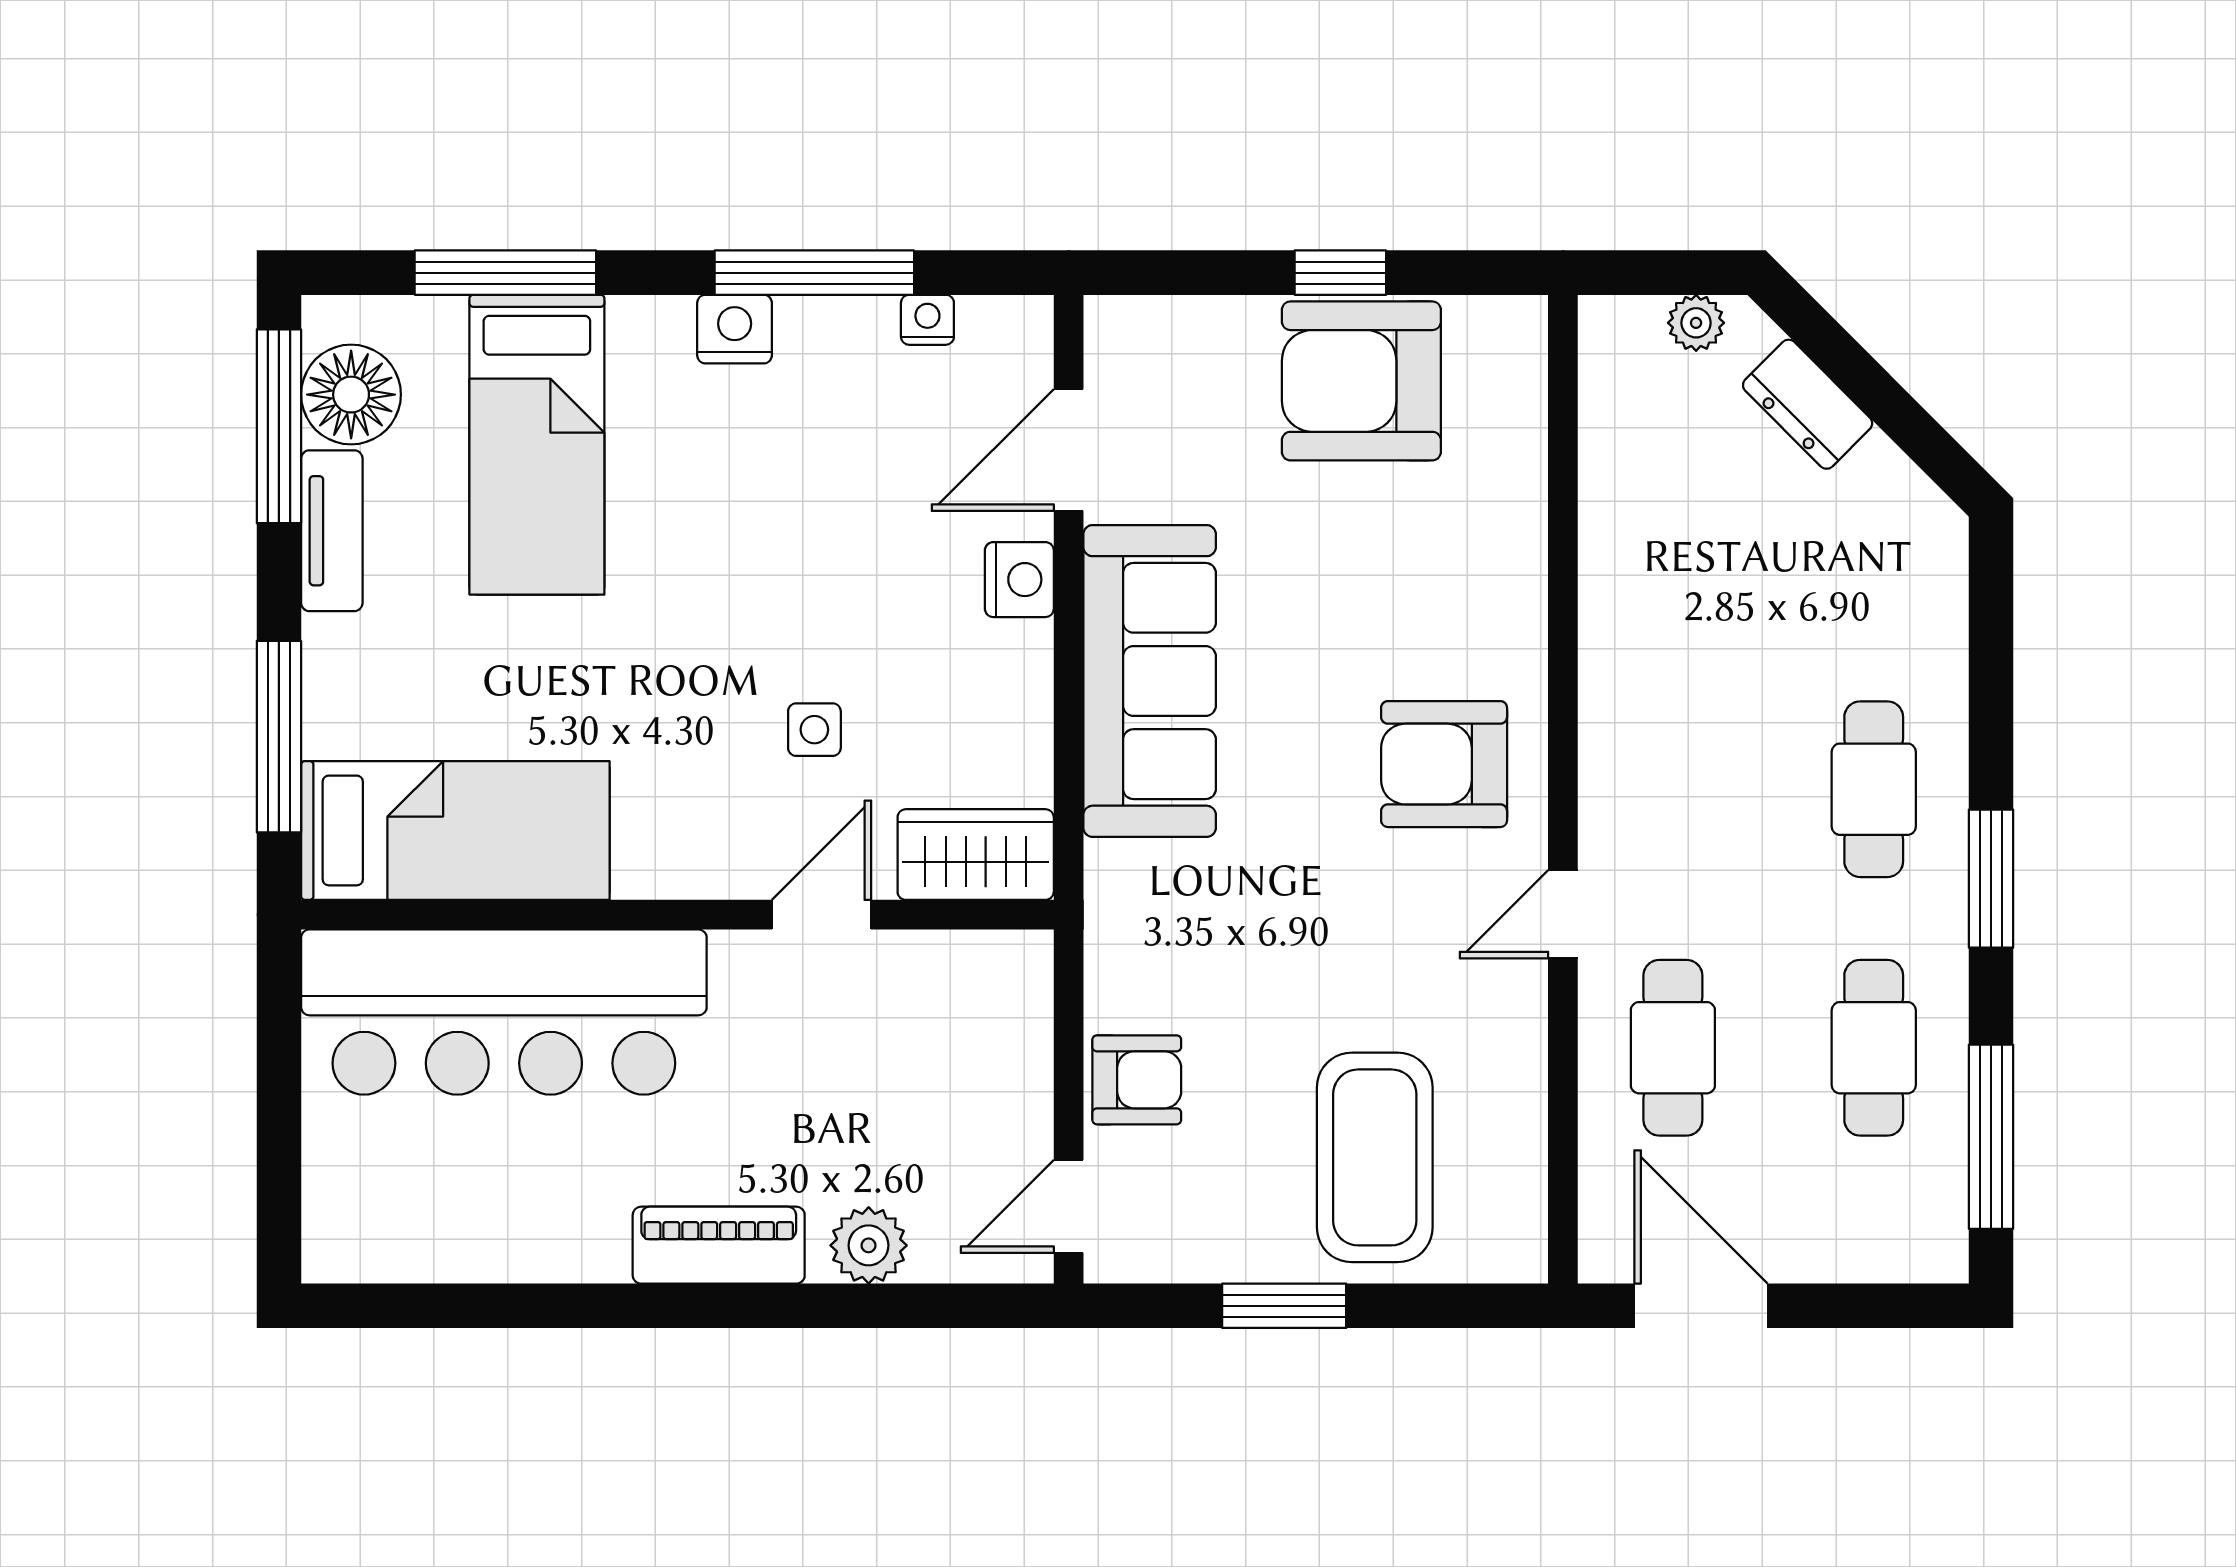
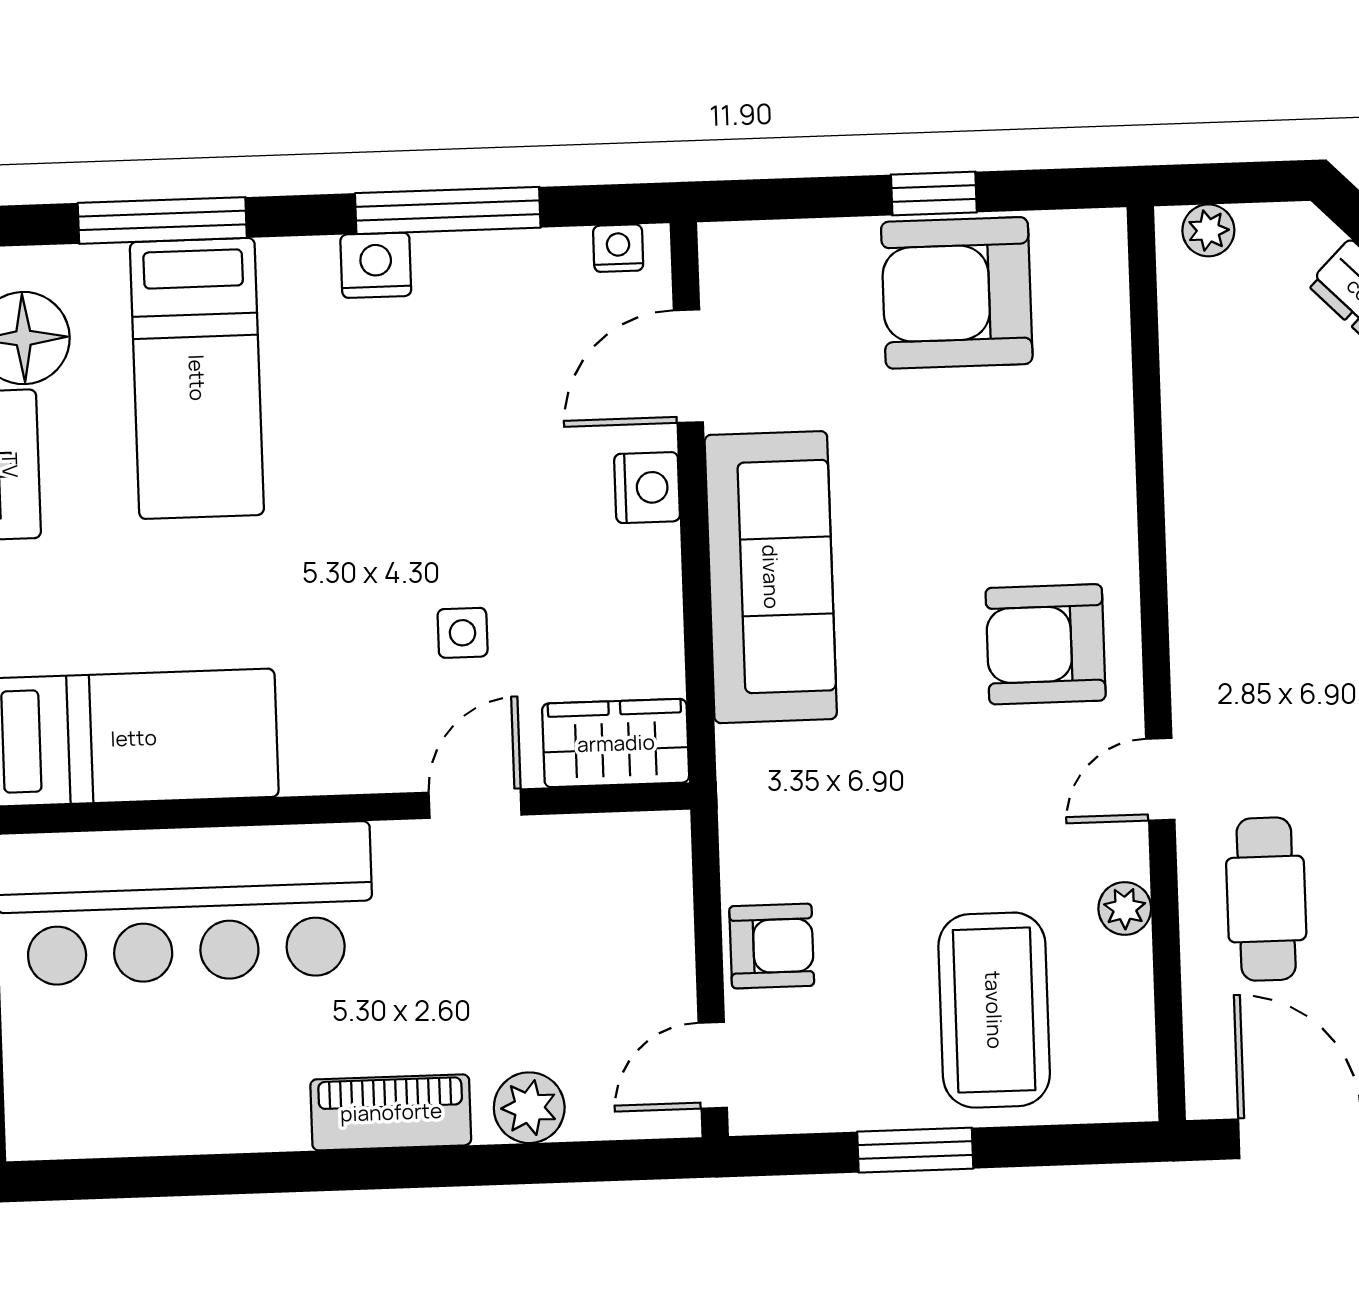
nightstand: (927, 320) -> (618, 248), moved
plant: (1696, 323) -> (1208, 230), moved
plant: (1520, 1053) -> (1125, 908), added

